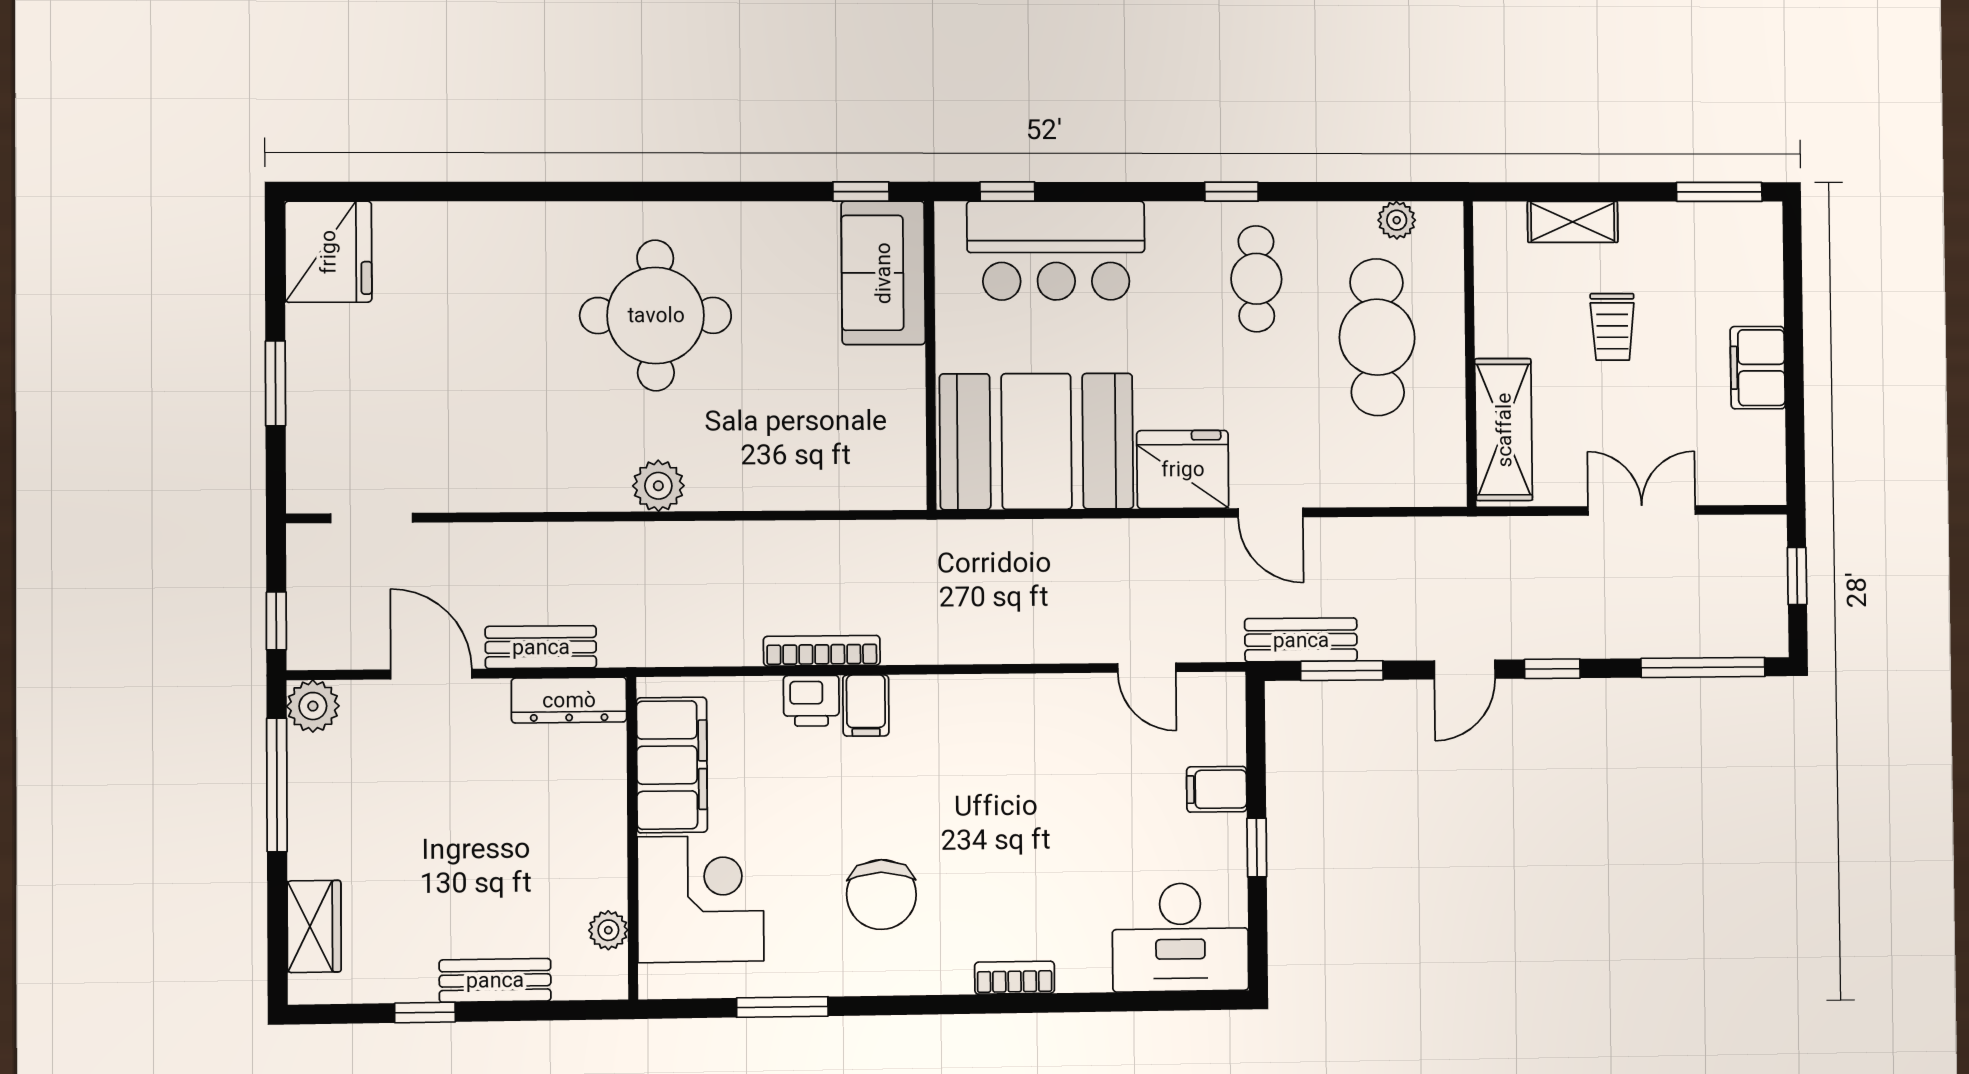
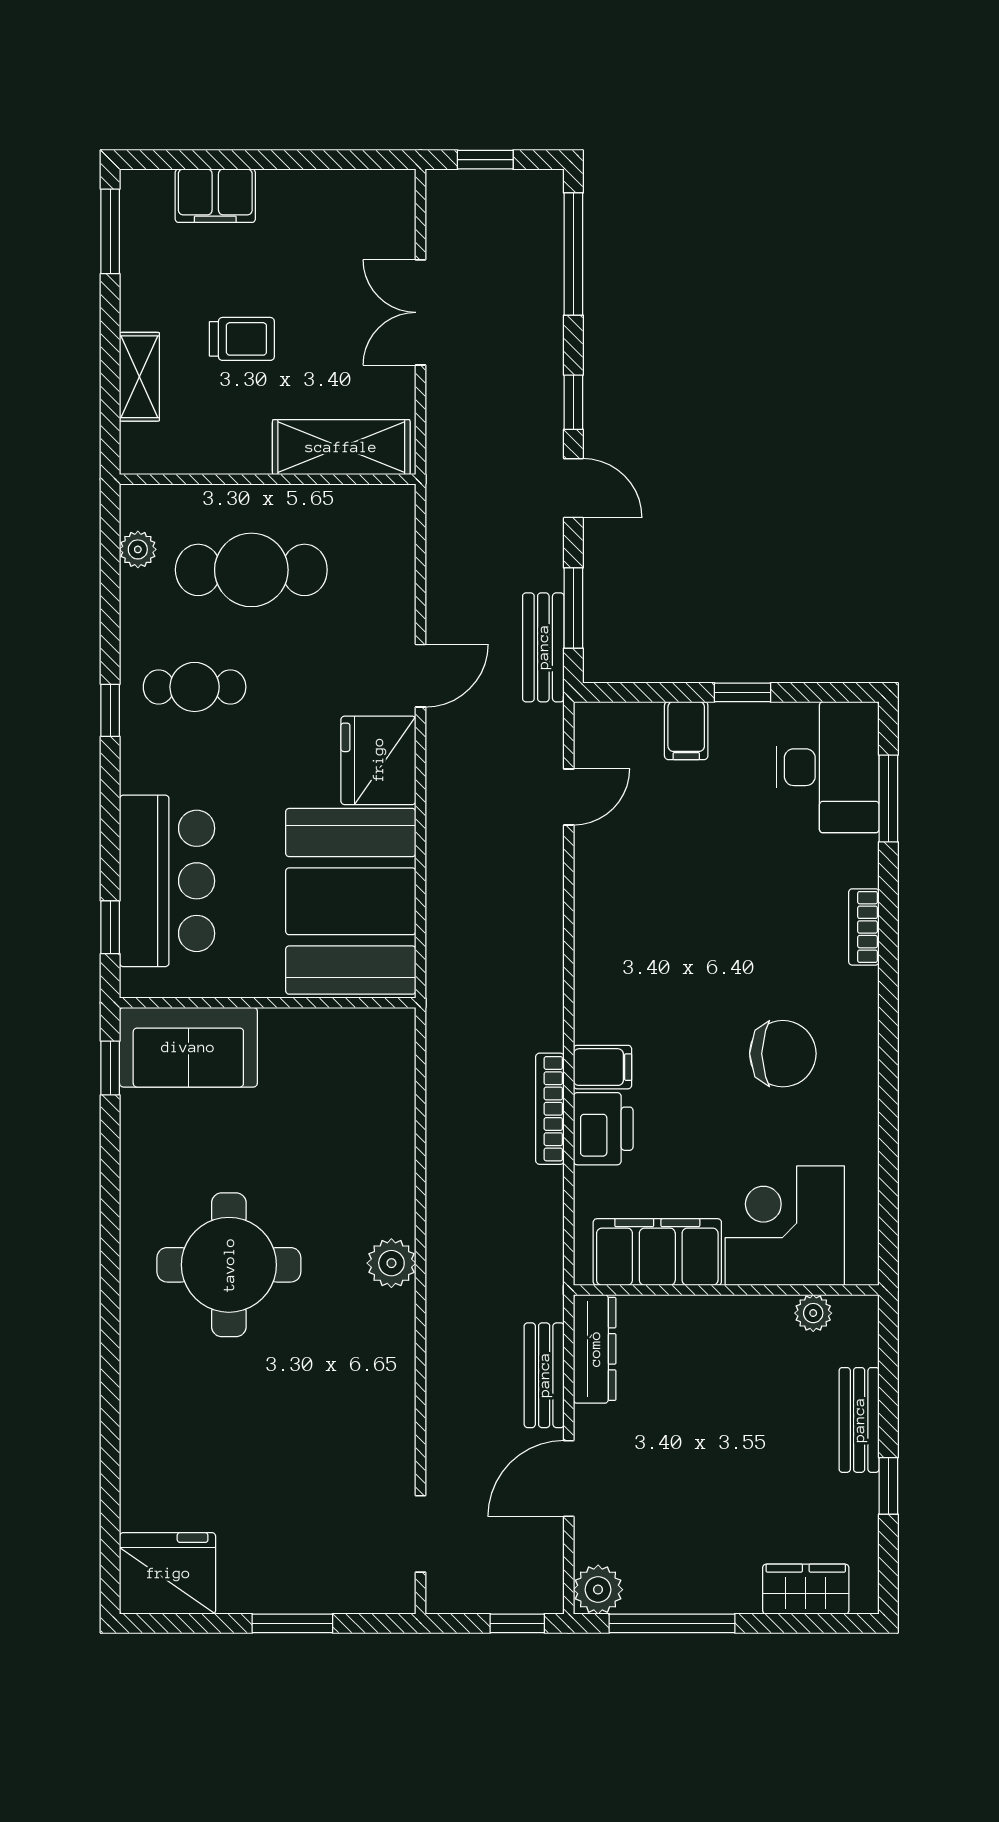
filing cabinet: (1758, 368) -> (215, 196), moved
printer: (811, 701) -> (603, 1129), width x1.36, depth x1.24
window: (782, 1007) -> (888, 798), moved

